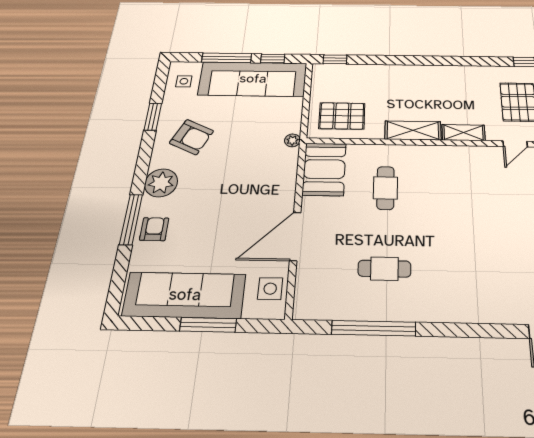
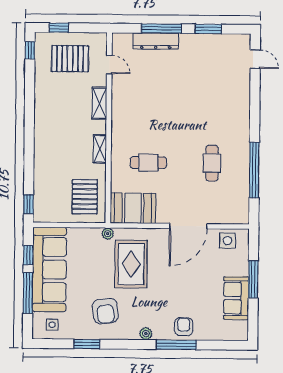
shelving: (413, 130) -> (100, 149), width x0.67, depth x0.75
armchair: (192, 137) -> (105, 311), turned 148
rug: (250, 166) -> (131, 264), added
plant: (161, 183) -> (146, 334), width x0.53, depth x0.53
armchair: (154, 229) -> (184, 327), turned 90
door: (295, 236) -> (188, 226), hinge flipped
sofa: (185, 295) -> (236, 298), width x0.54, depth x0.79

